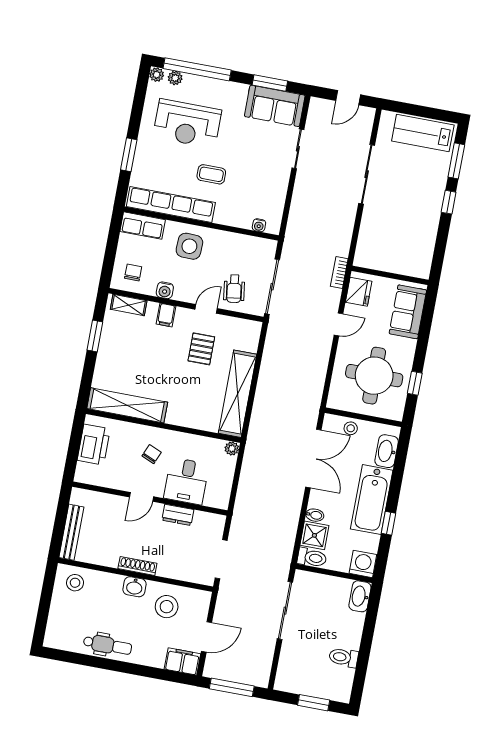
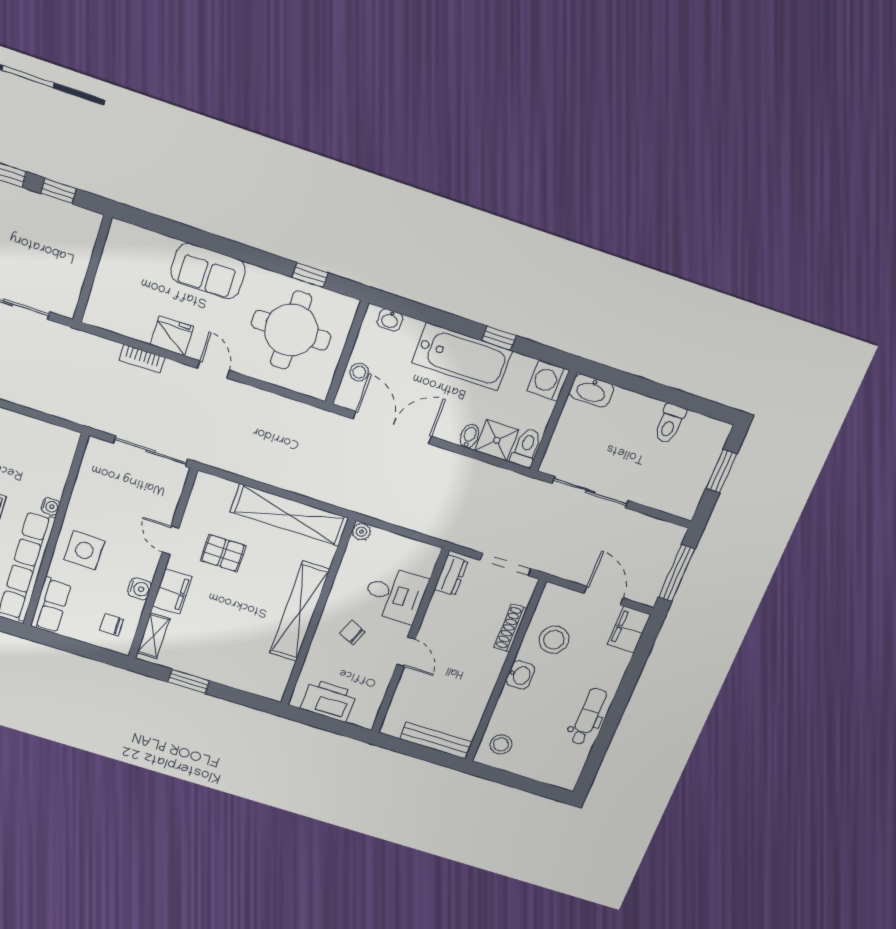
water cooler: (259, 225) -> (50, 506), moved
wall: (390, 275) -> (92, 269), moved
wheelchair: (234, 289) -> (148, 501), removed
filing cabinet: (166, 315) -> (172, 591), width x2.00
shelving: (127, 405) -> (300, 611), moved
washbasin: (387, 451) -> (390, 320), width x0.52, depth x0.69
dresser: (178, 515) -> (451, 575), moved
shoe rack: (137, 566) -> (511, 628), moved

